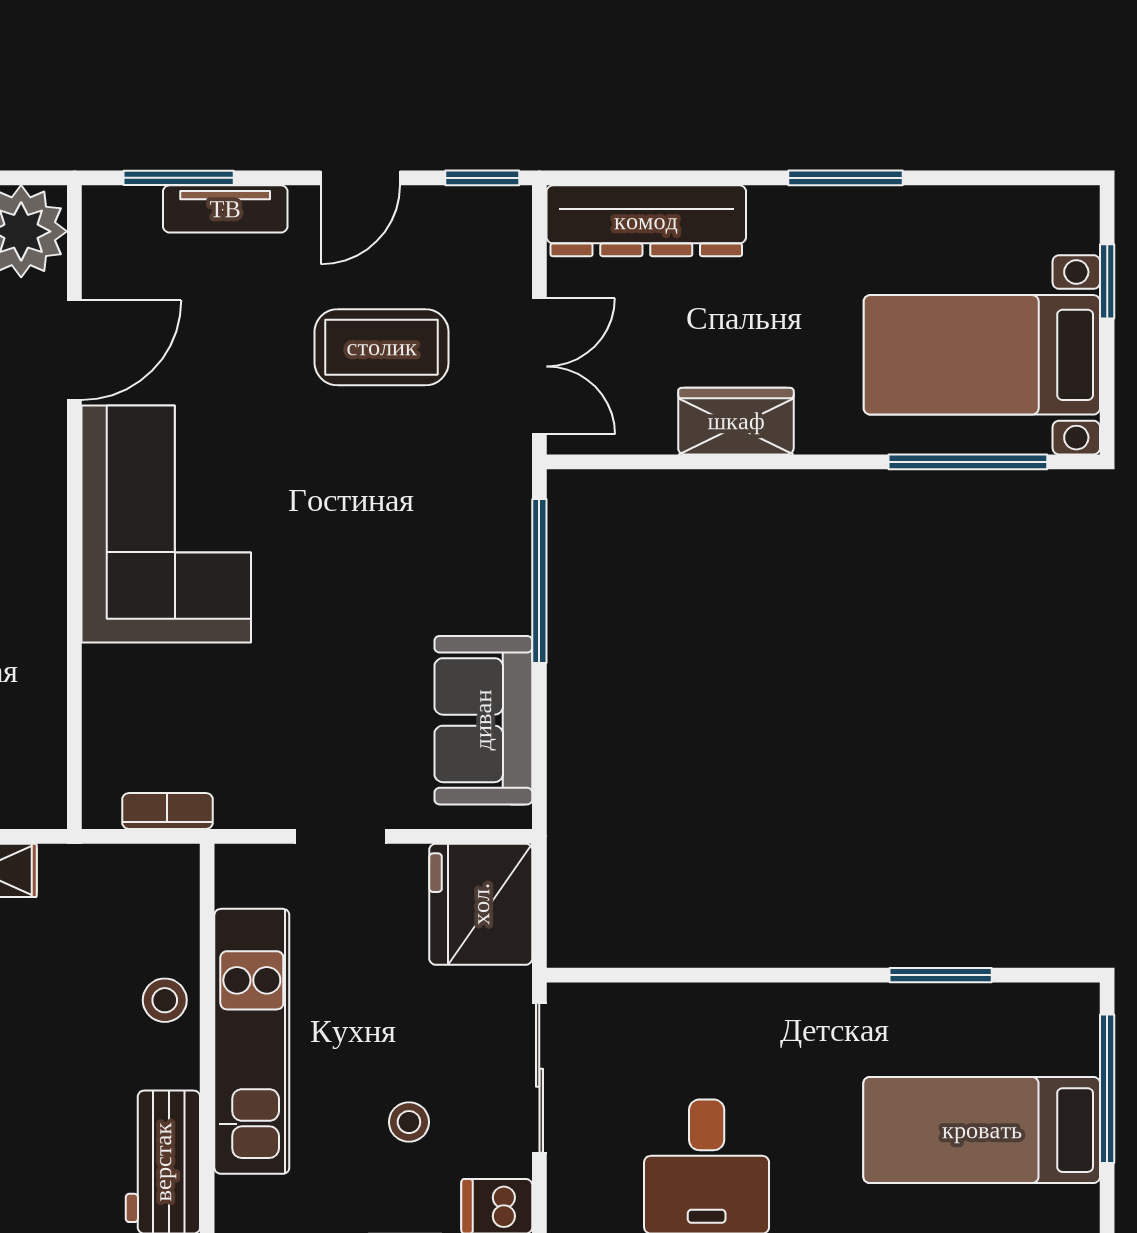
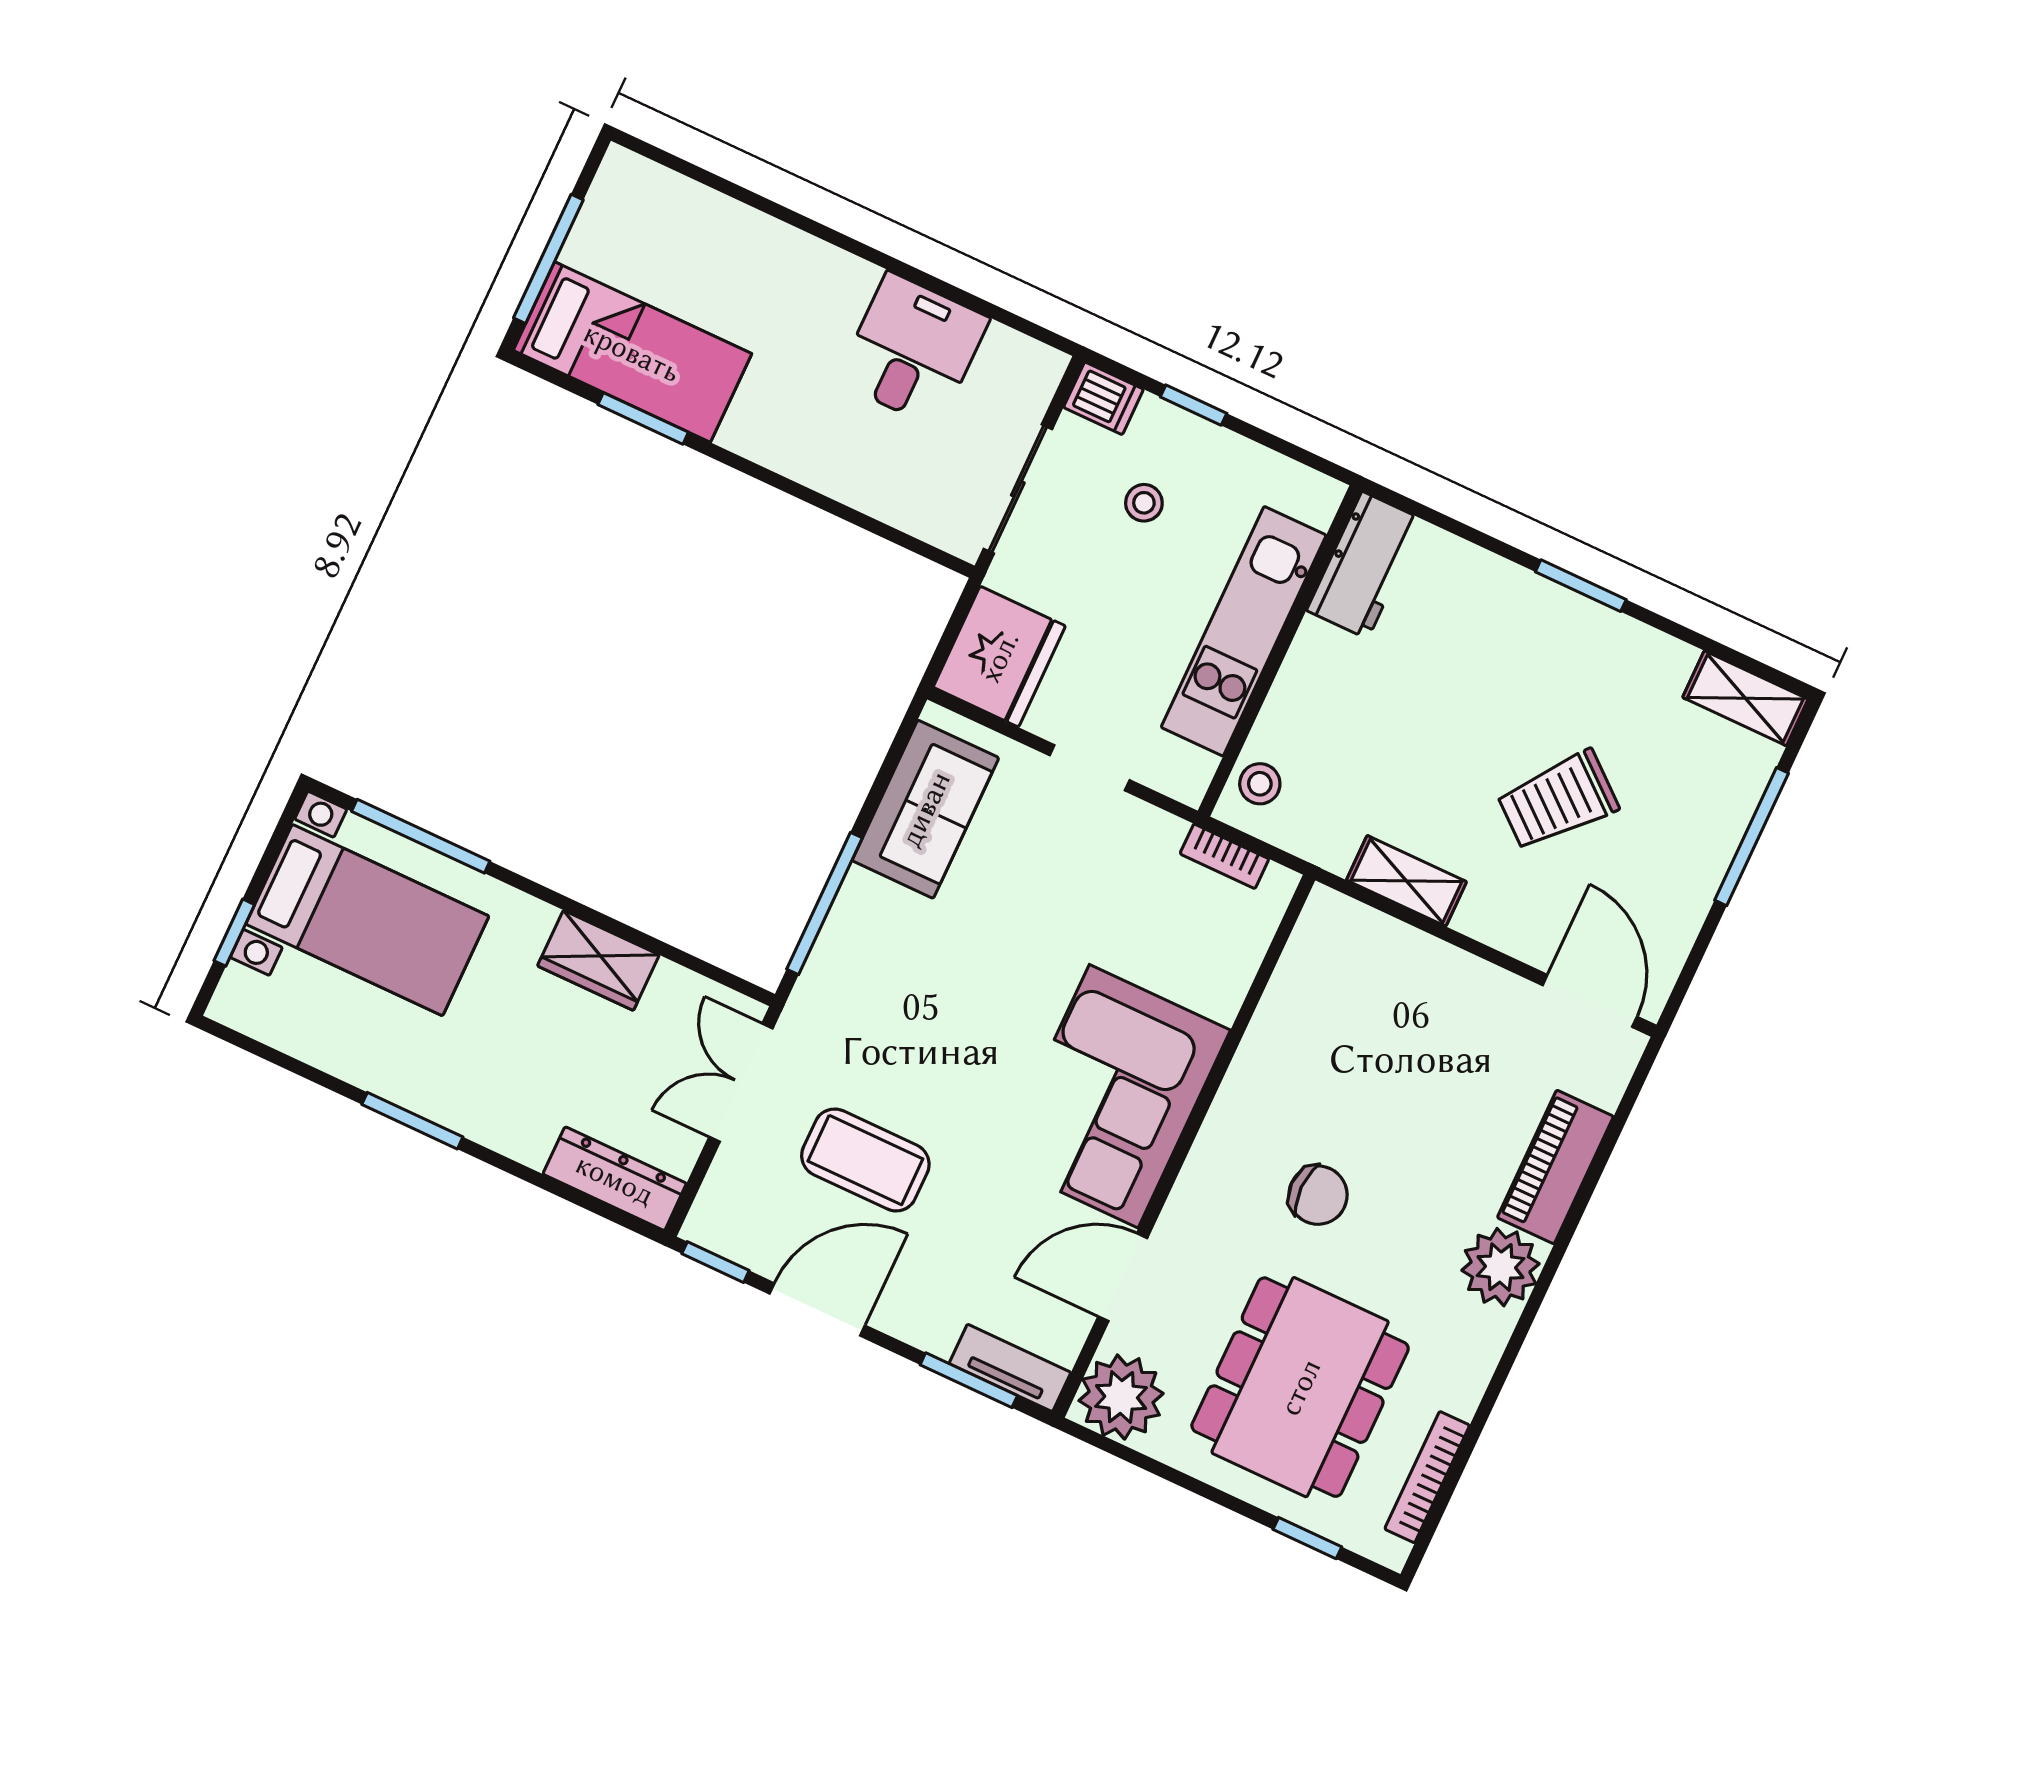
door: (360, 178) -> (817, 1309), width x1.38
tv unit: (225, 209) -> (1010, 1368), moved
dresser: (646, 221) -> (615, 1179), width x0.73, depth x0.80
stool: (165, 1000) -> (1260, 784), moved
bed: (982, 1130) -> (632, 352), moved

